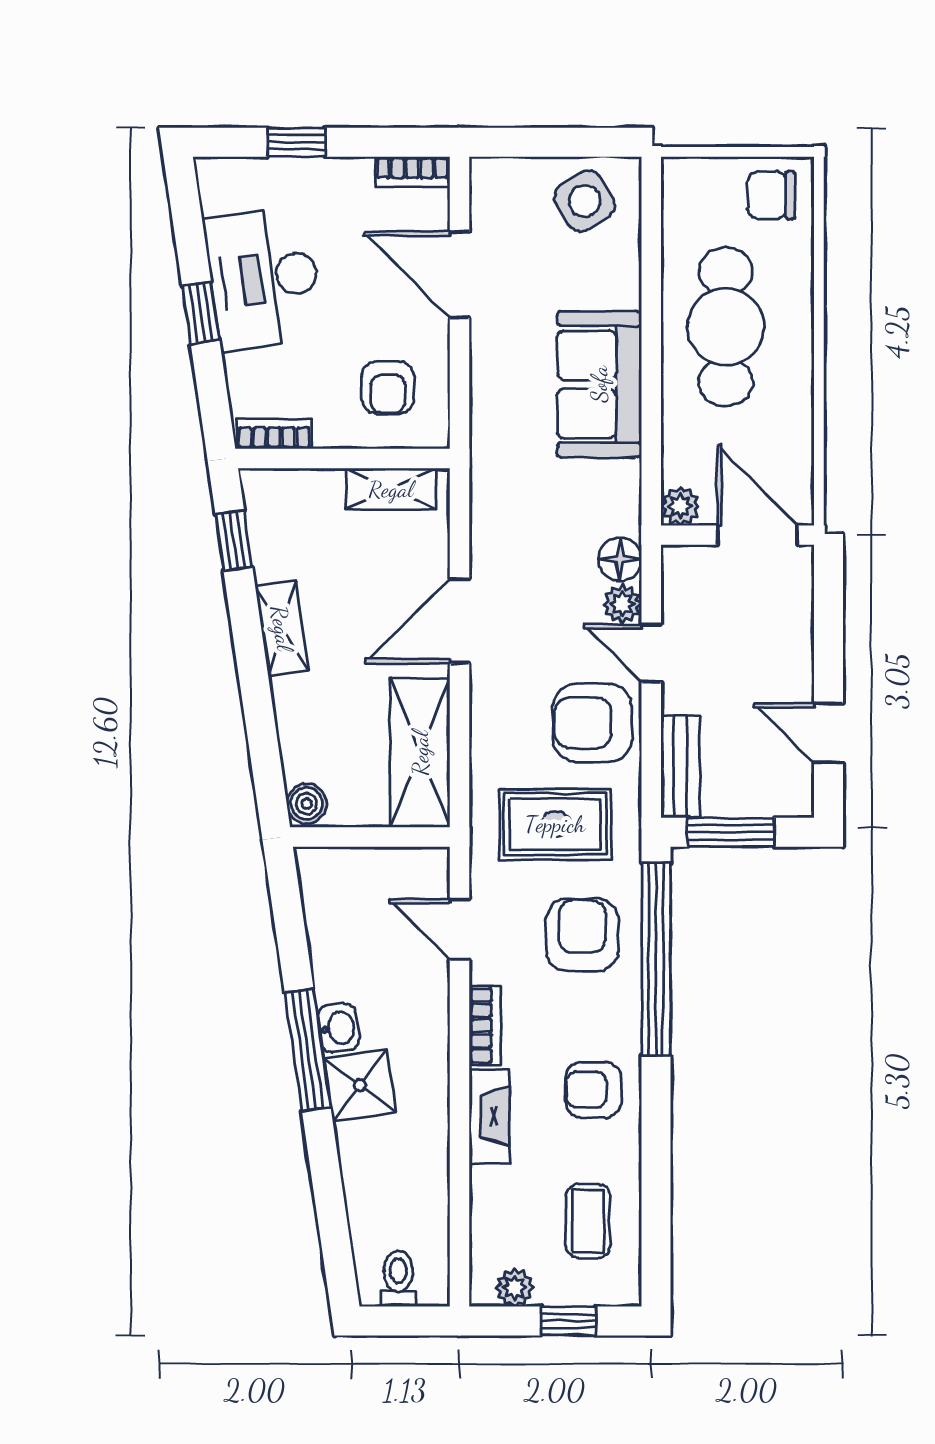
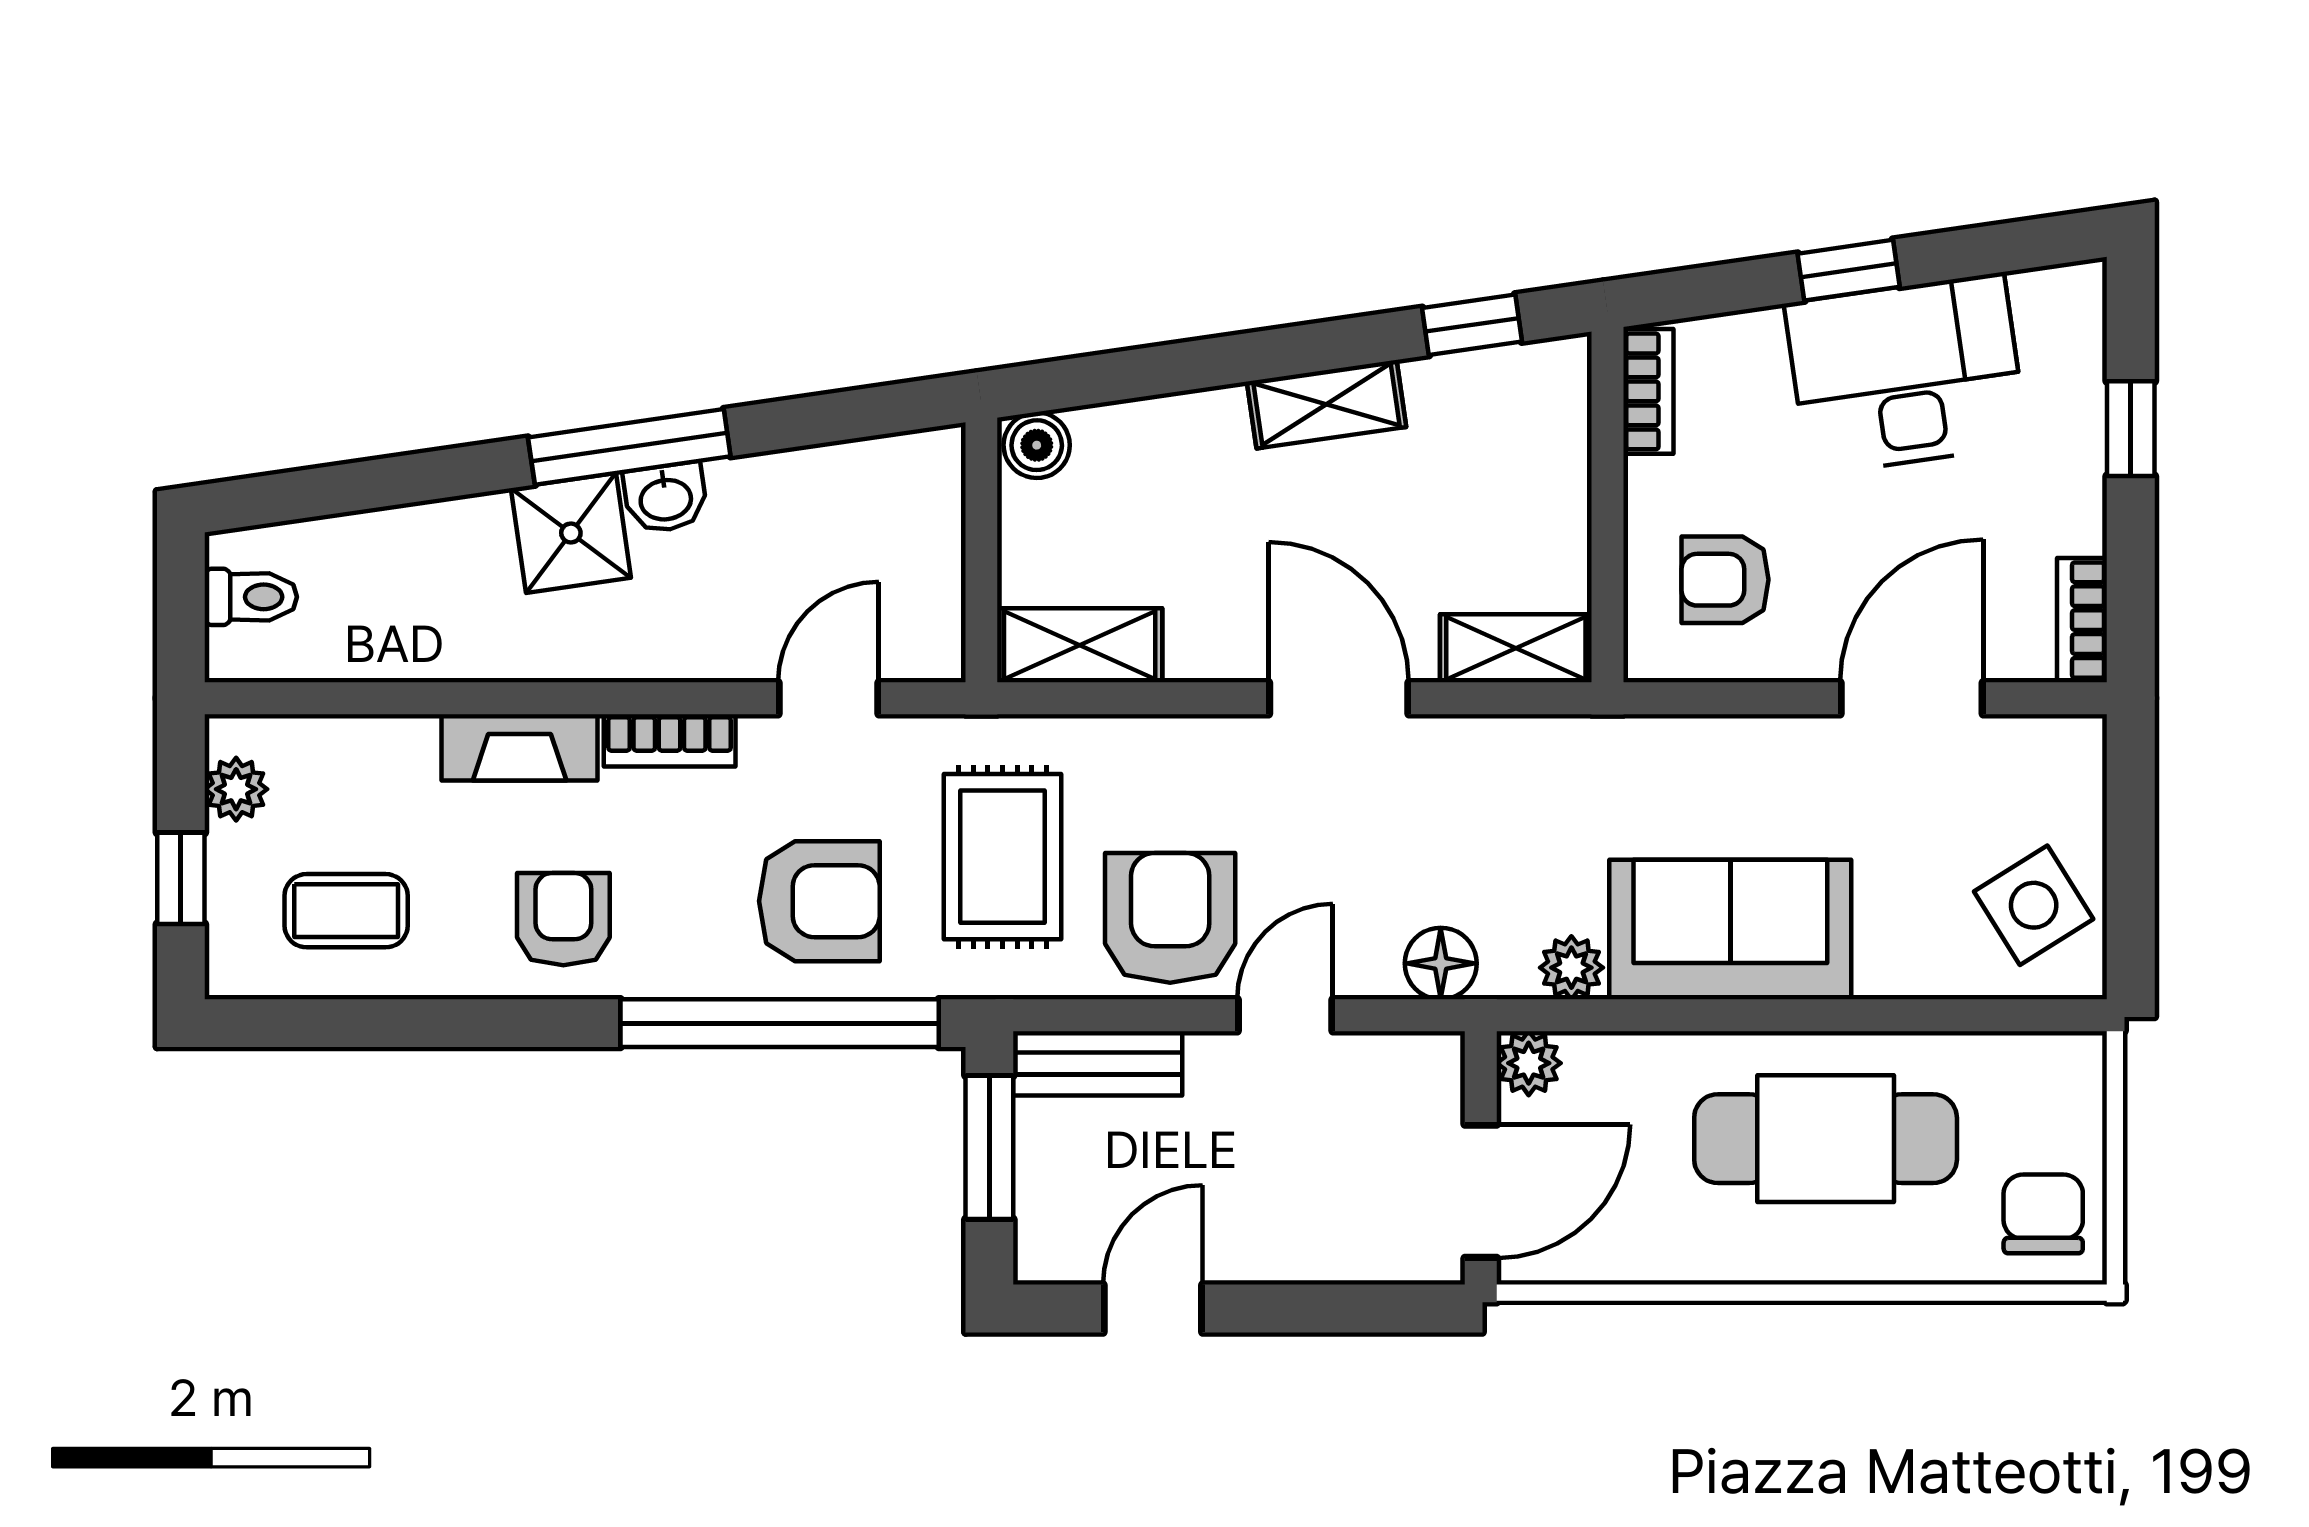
shelving: (391, 489) -> (1516, 648), moved, turned 90
plant: (622, 604) -> (1571, 968), moved
shelving: (420, 753) -> (1080, 645), width x0.67, depth x0.75

